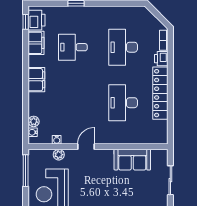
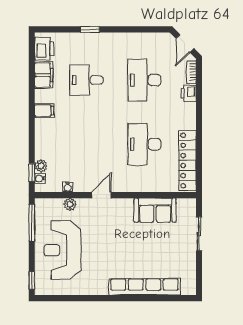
door: (158, 16) -> (185, 44), added
window: (26, 22) -> (32, 173), moved
filing cabinet: (36, 80) -> (44, 111), width x0.50
locker: (160, 93) -> (187, 161), moved

